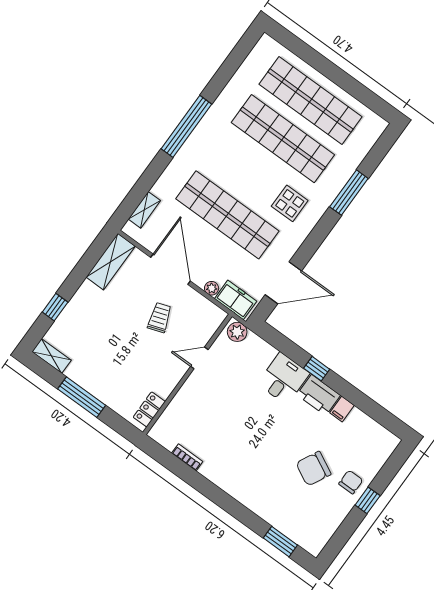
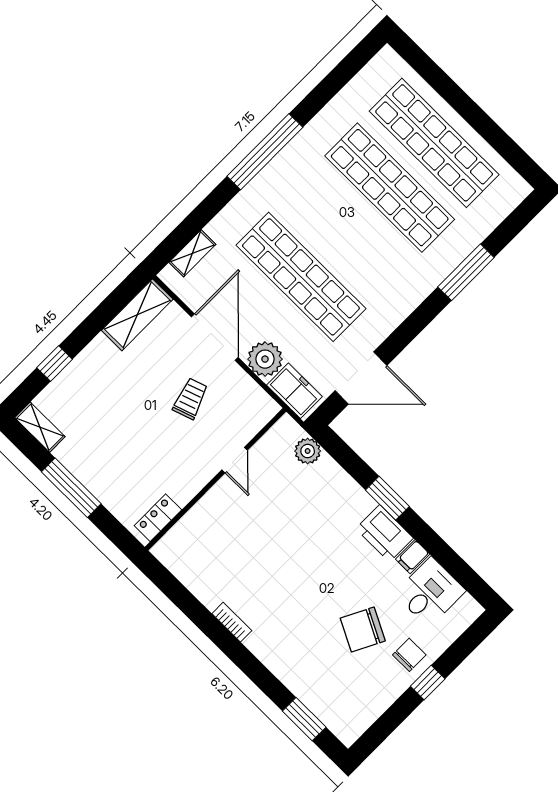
display table: (290, 203) -> (386, 274), removed
plant: (212, 288) -> (265, 359), width x1.87, depth x1.87
plant: (237, 332) -> (308, 451), moved
door: (199, 358) -> (235, 460), swing flipped
window: (317, 369) -> (387, 498), width x1.50
desk: (284, 378) -> (430, 592), moved
bookcase: (187, 457) -> (232, 622), moved

